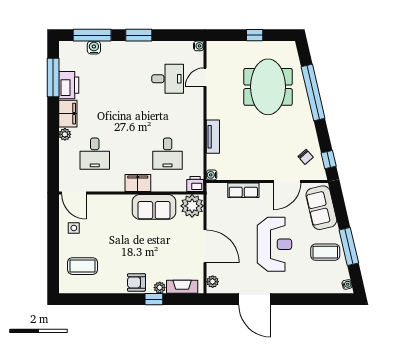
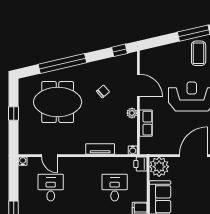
desk: (168, 154) -> (115, 188), turned -90
chair: (306, 157) -> (103, 91), moved
plant: (255, 174) -> (132, 113), added
sofa: (321, 208) -> (161, 57), removed

